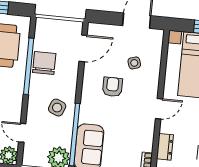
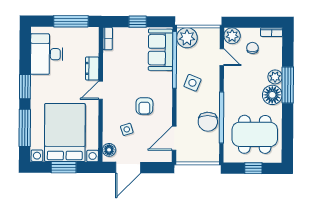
floor lamp: (156, 42) -> (109, 150), added
dresser: (165, 147) -> (92, 68), moved

